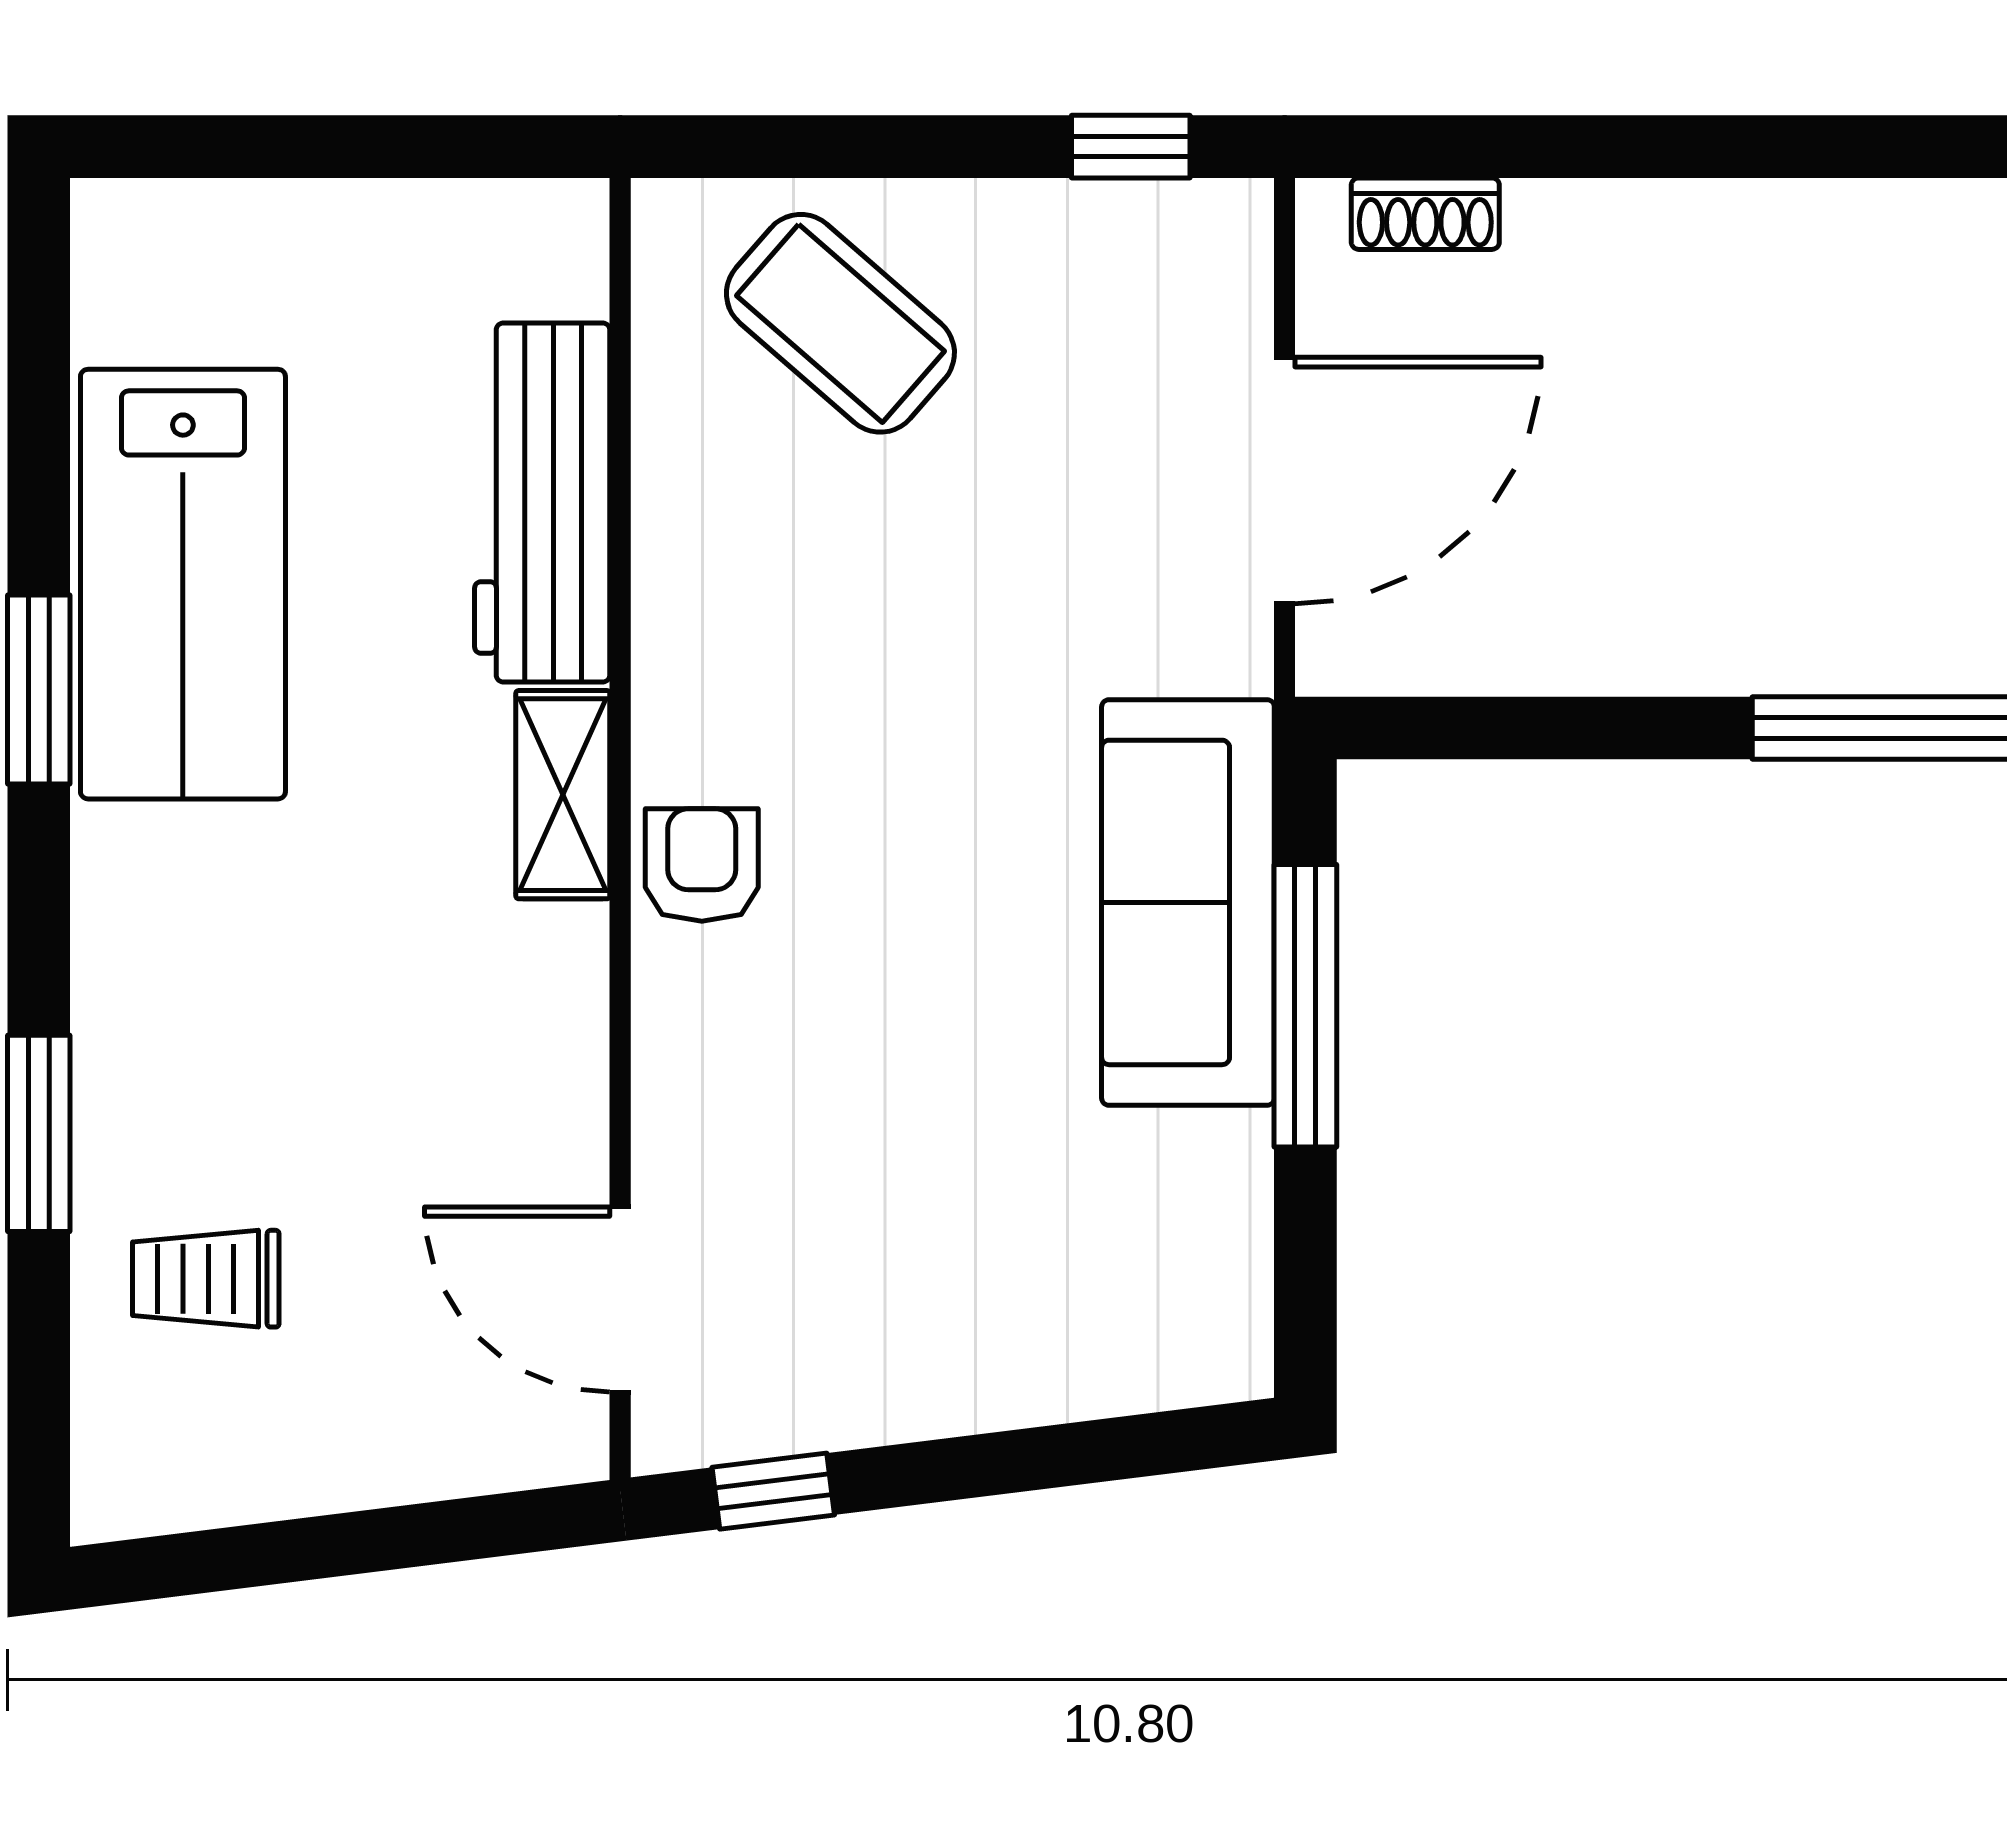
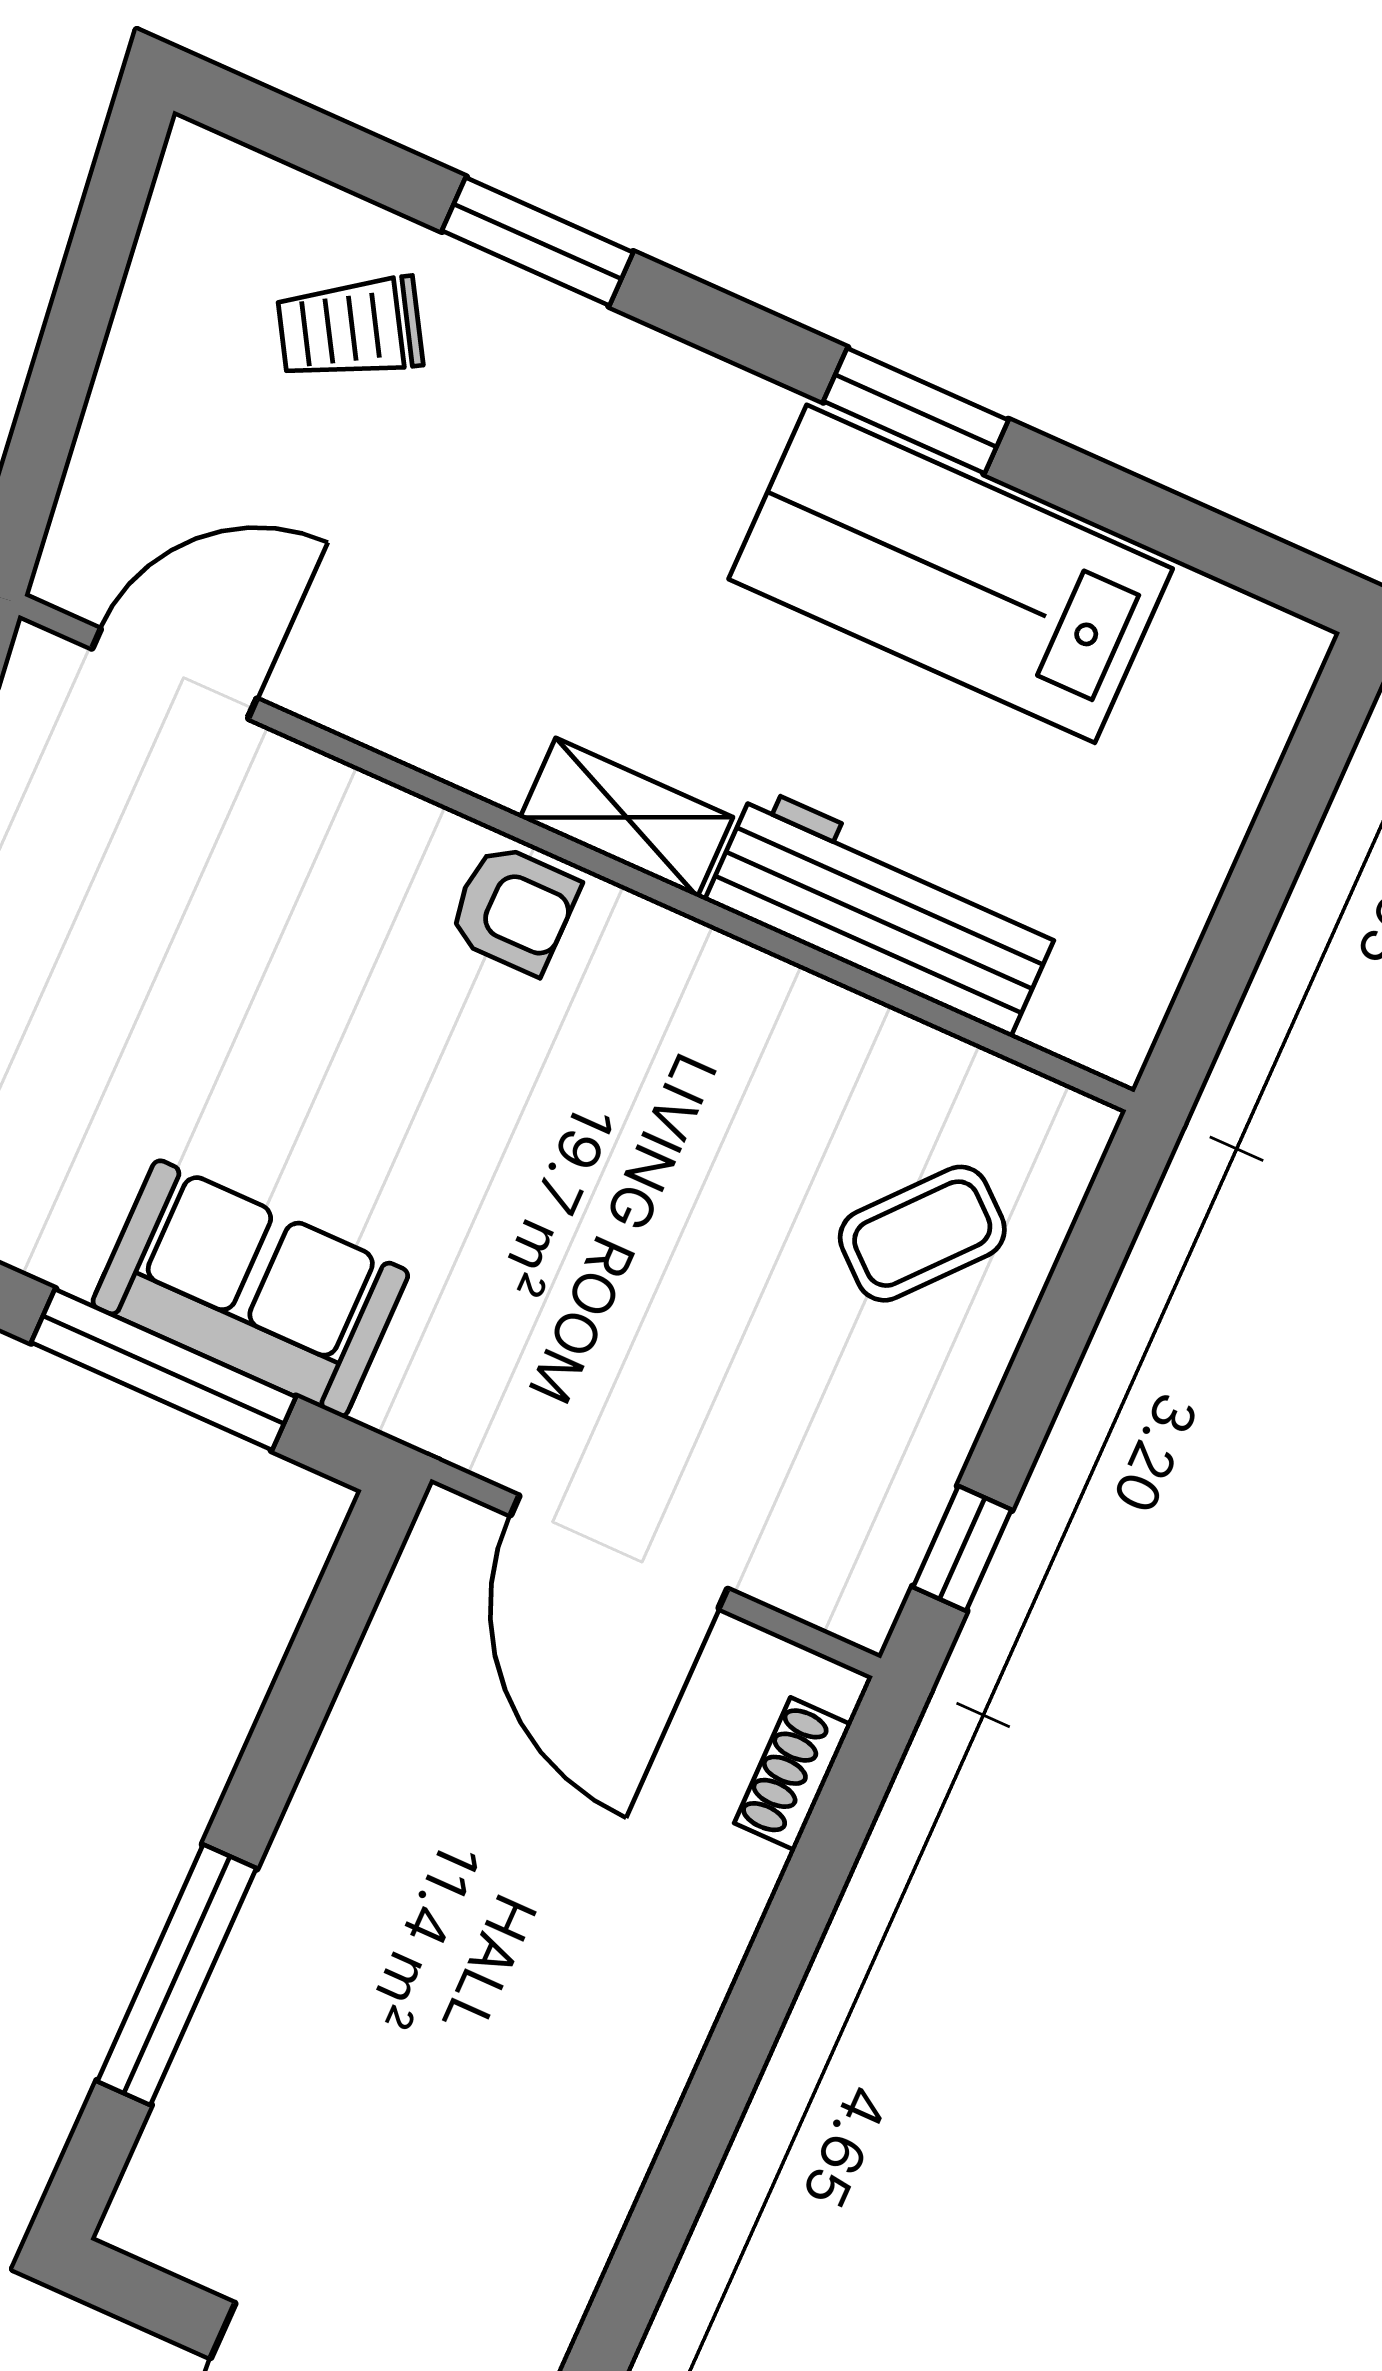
coffee table: (840, 323) -> (922, 1234), width x0.73, depth x0.77
sofa: (1188, 902) -> (250, 1288), width x0.73
trolley: (206, 1279) -> (350, 328), turned -121

